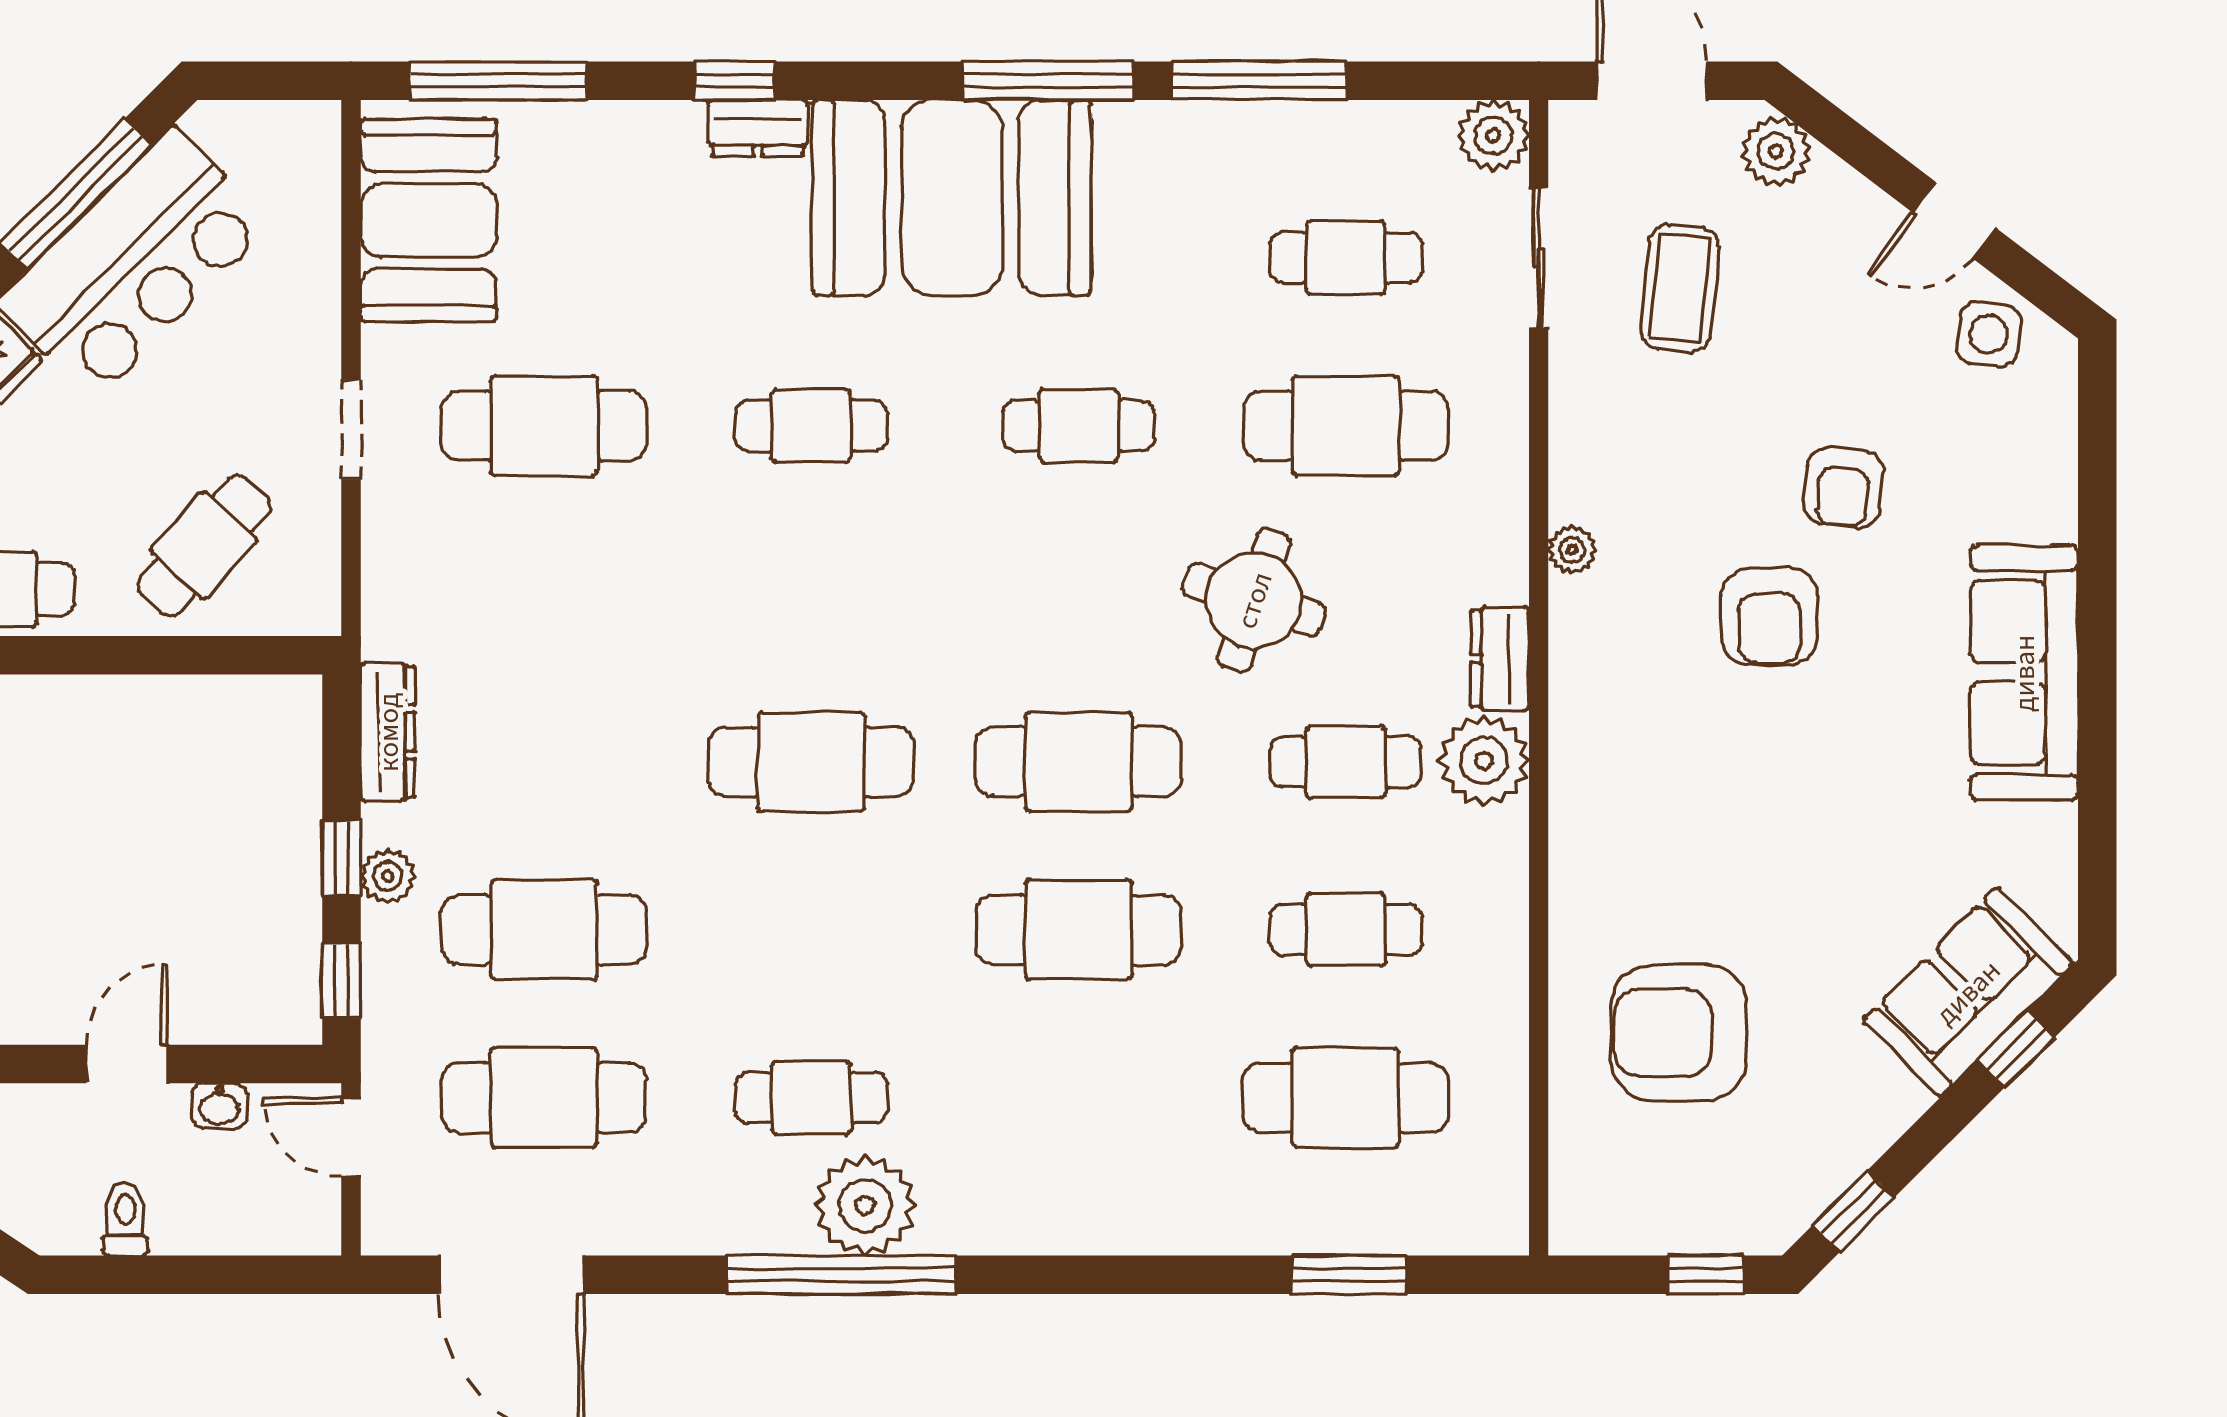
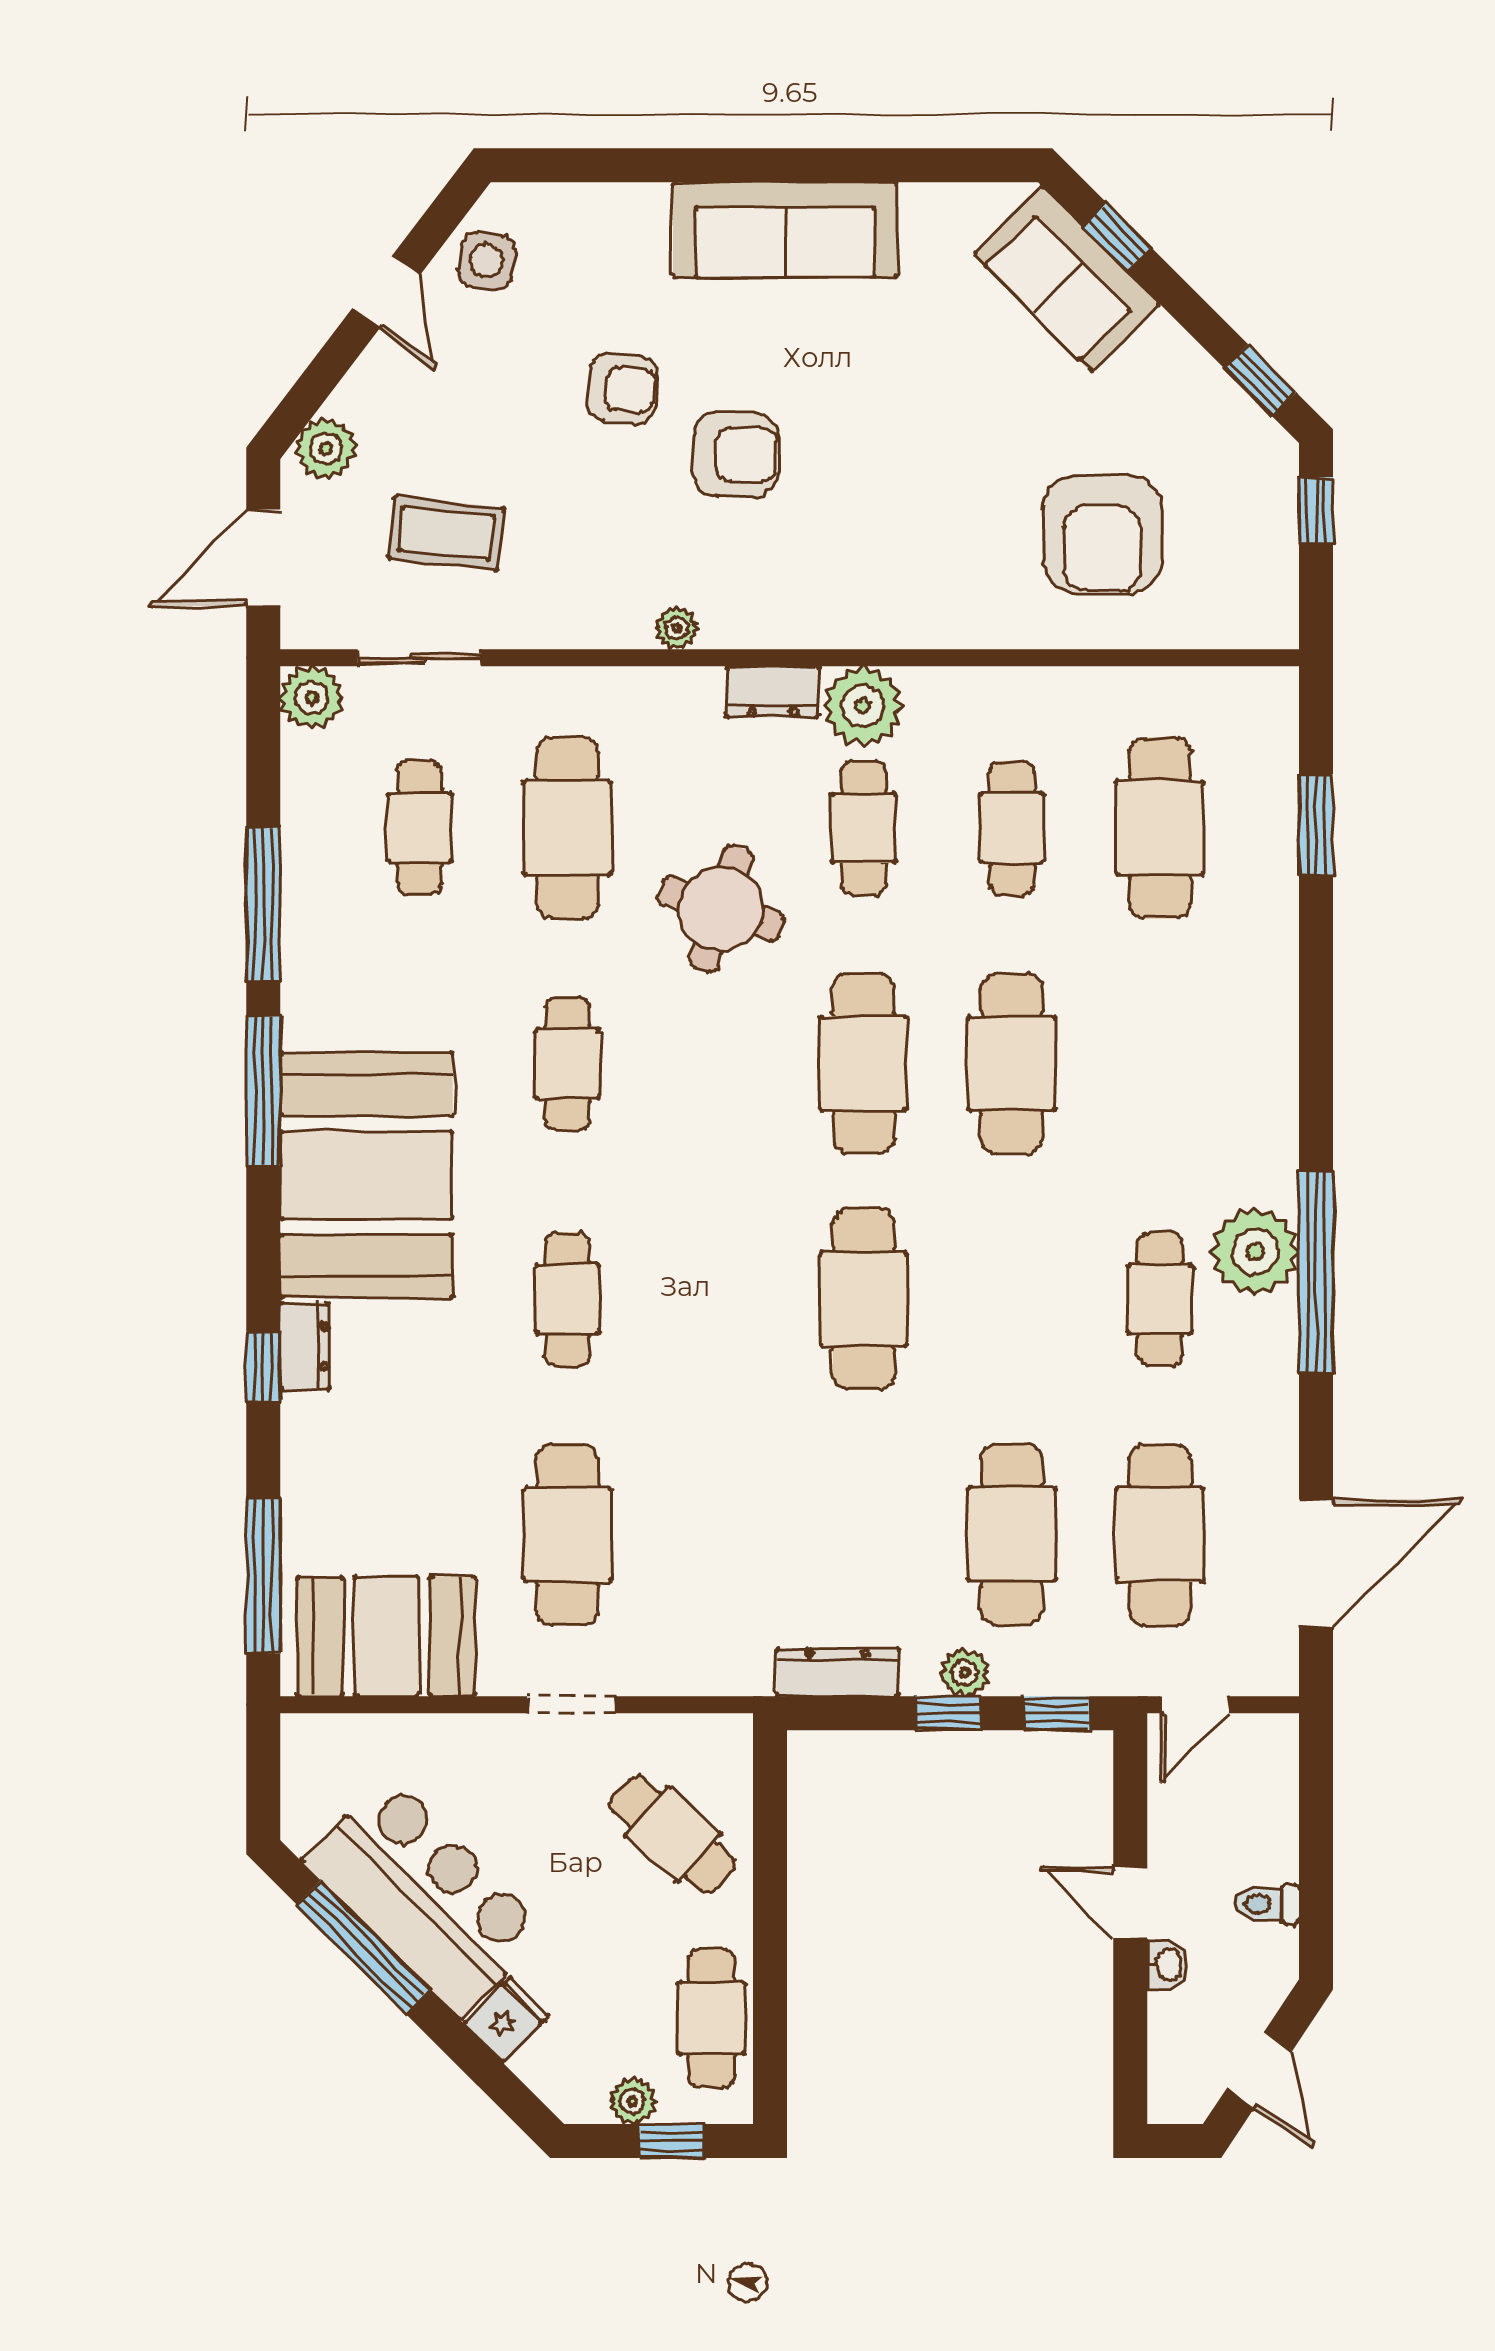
washbasin: (219, 1106) -> (1167, 1965), moved

